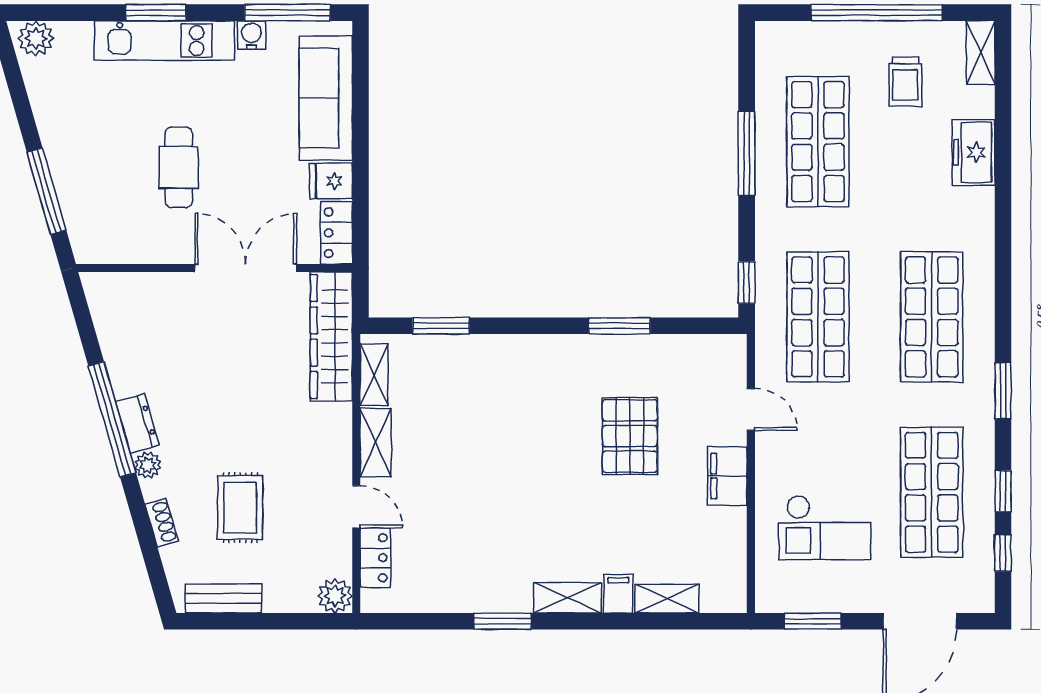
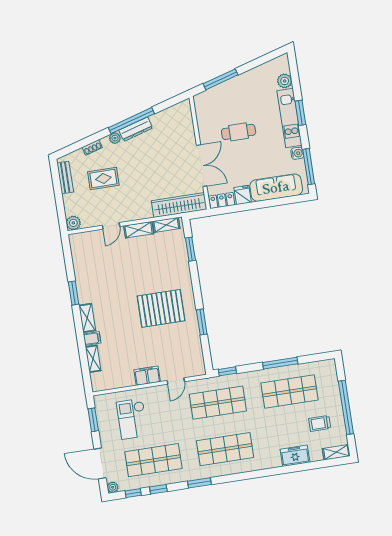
plant: (36, 38) -> (285, 81), moved
dresser: (137, 423) -> (136, 129), width x1.44
pallet: (630, 436) -> (161, 308), moved, width x1.37, depth x1.41
locker: (375, 558) -> (91, 237), removed
plant: (981, 600) -> (113, 487), added

